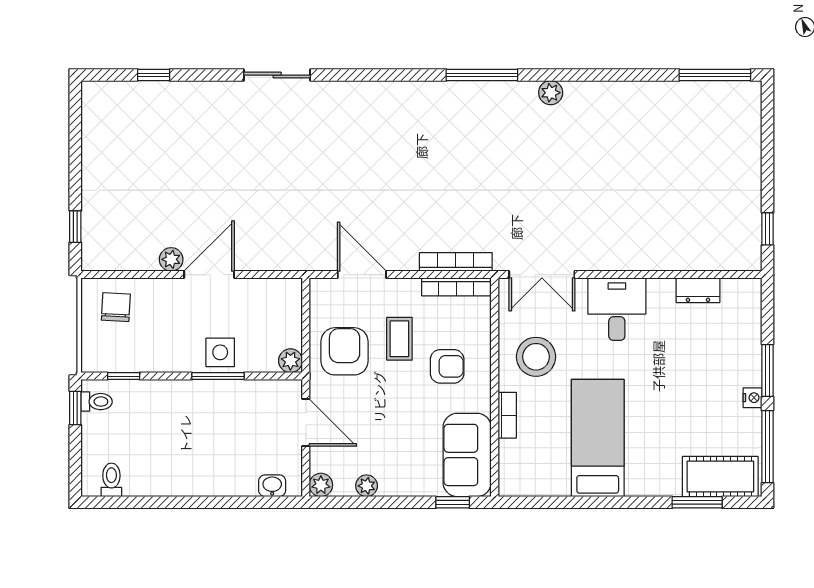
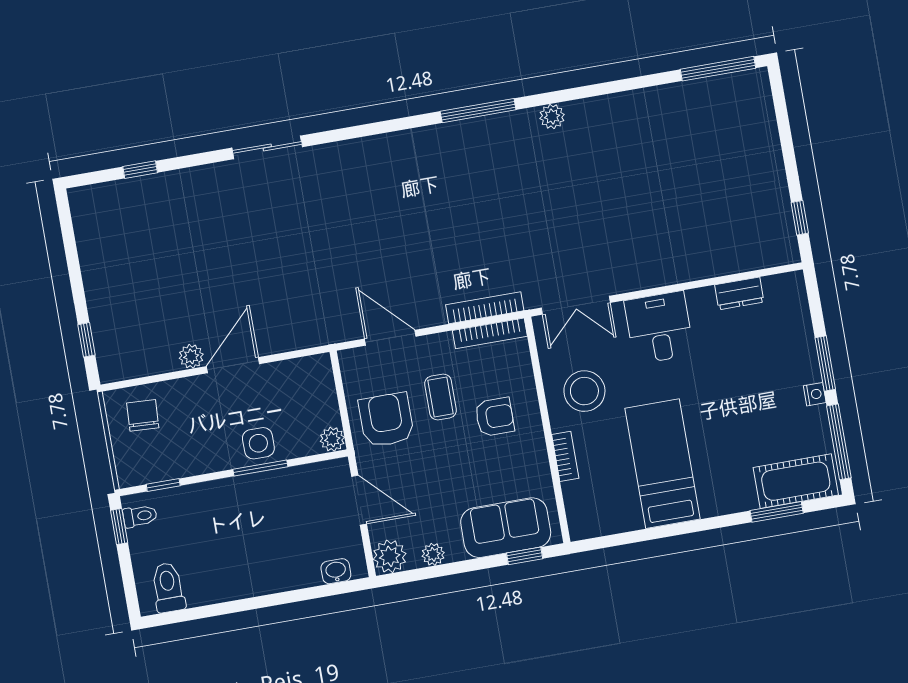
sofa: (467, 455) -> (506, 528), moved, turned 90
toilet: (111, 480) -> (168, 587), width x1.37, depth x1.39
plant: (321, 485) -> (390, 556), width x1.38, depth x1.38

